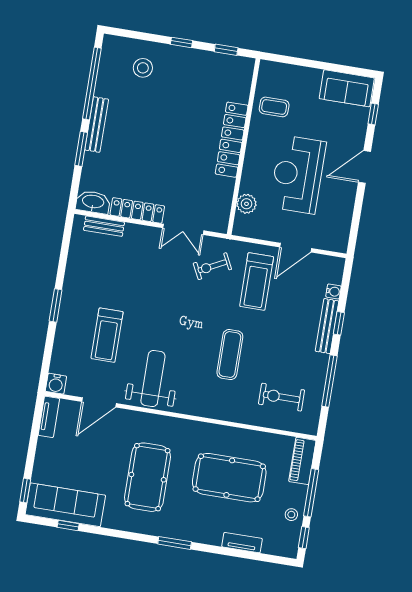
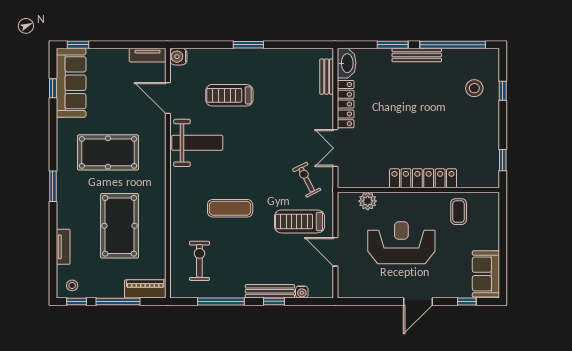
window: (182, 42) -> (503, 91), moved
door: (365, 167) -> (418, 301), swing flipped
stool: (291, 515) -> (72, 285), moved

